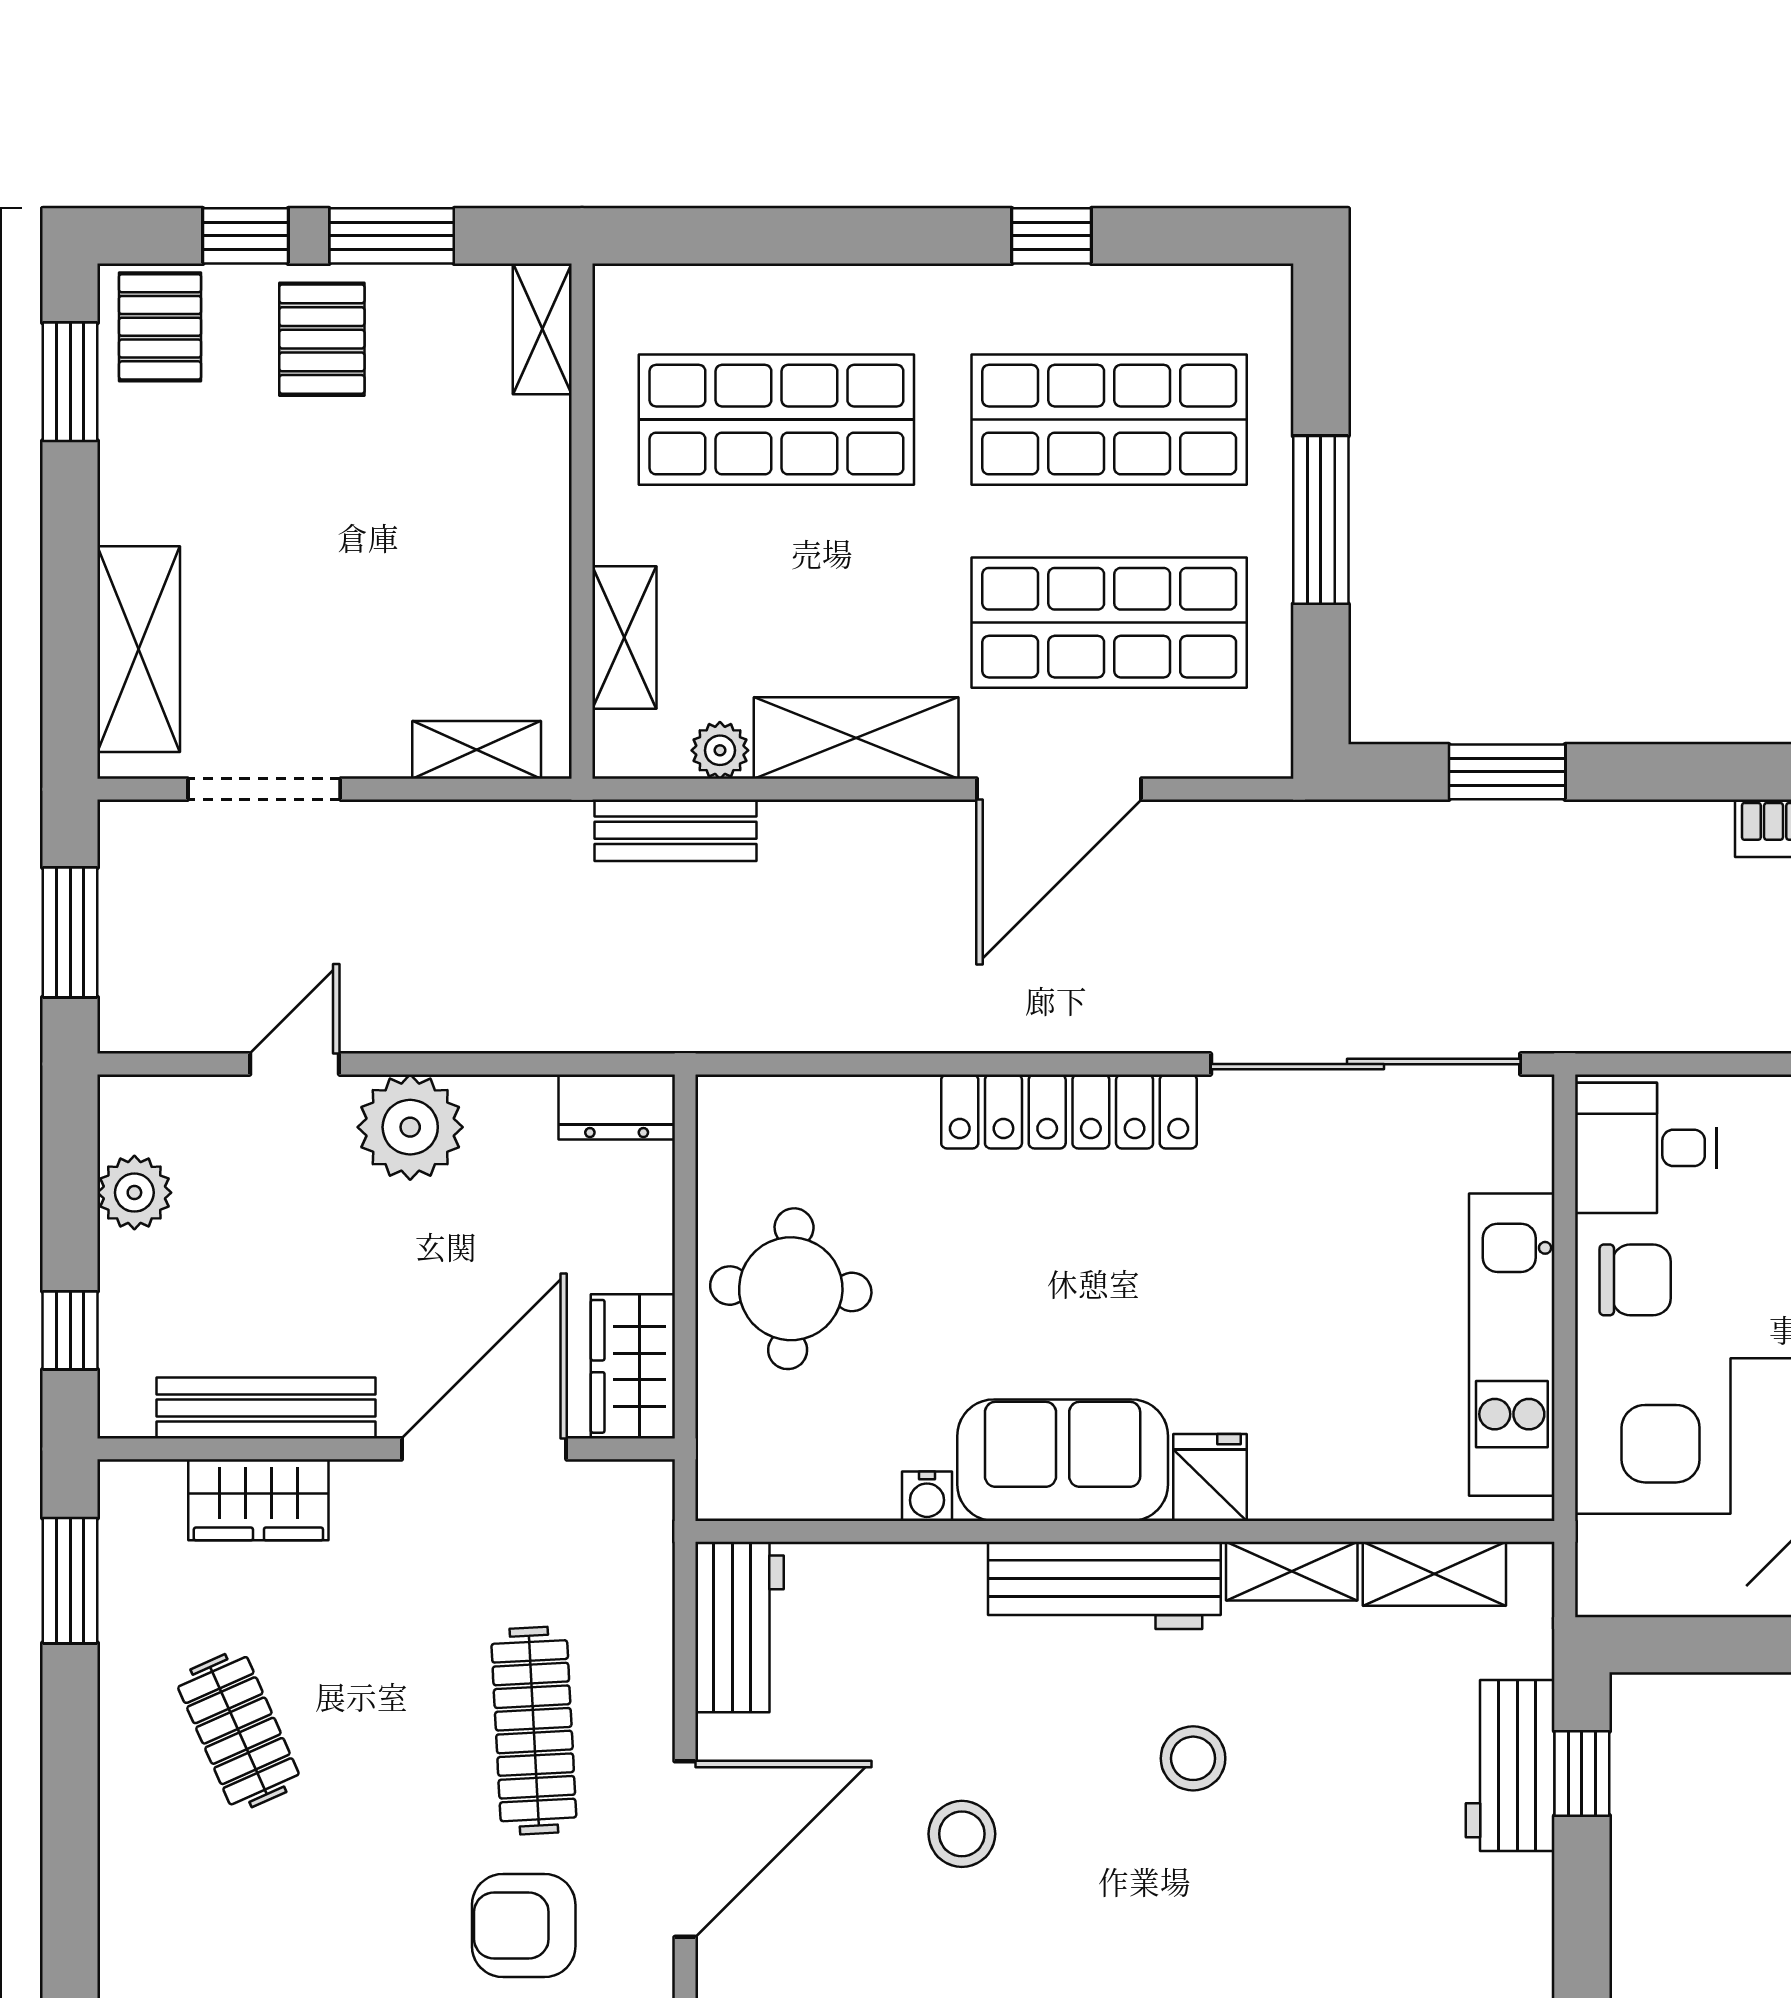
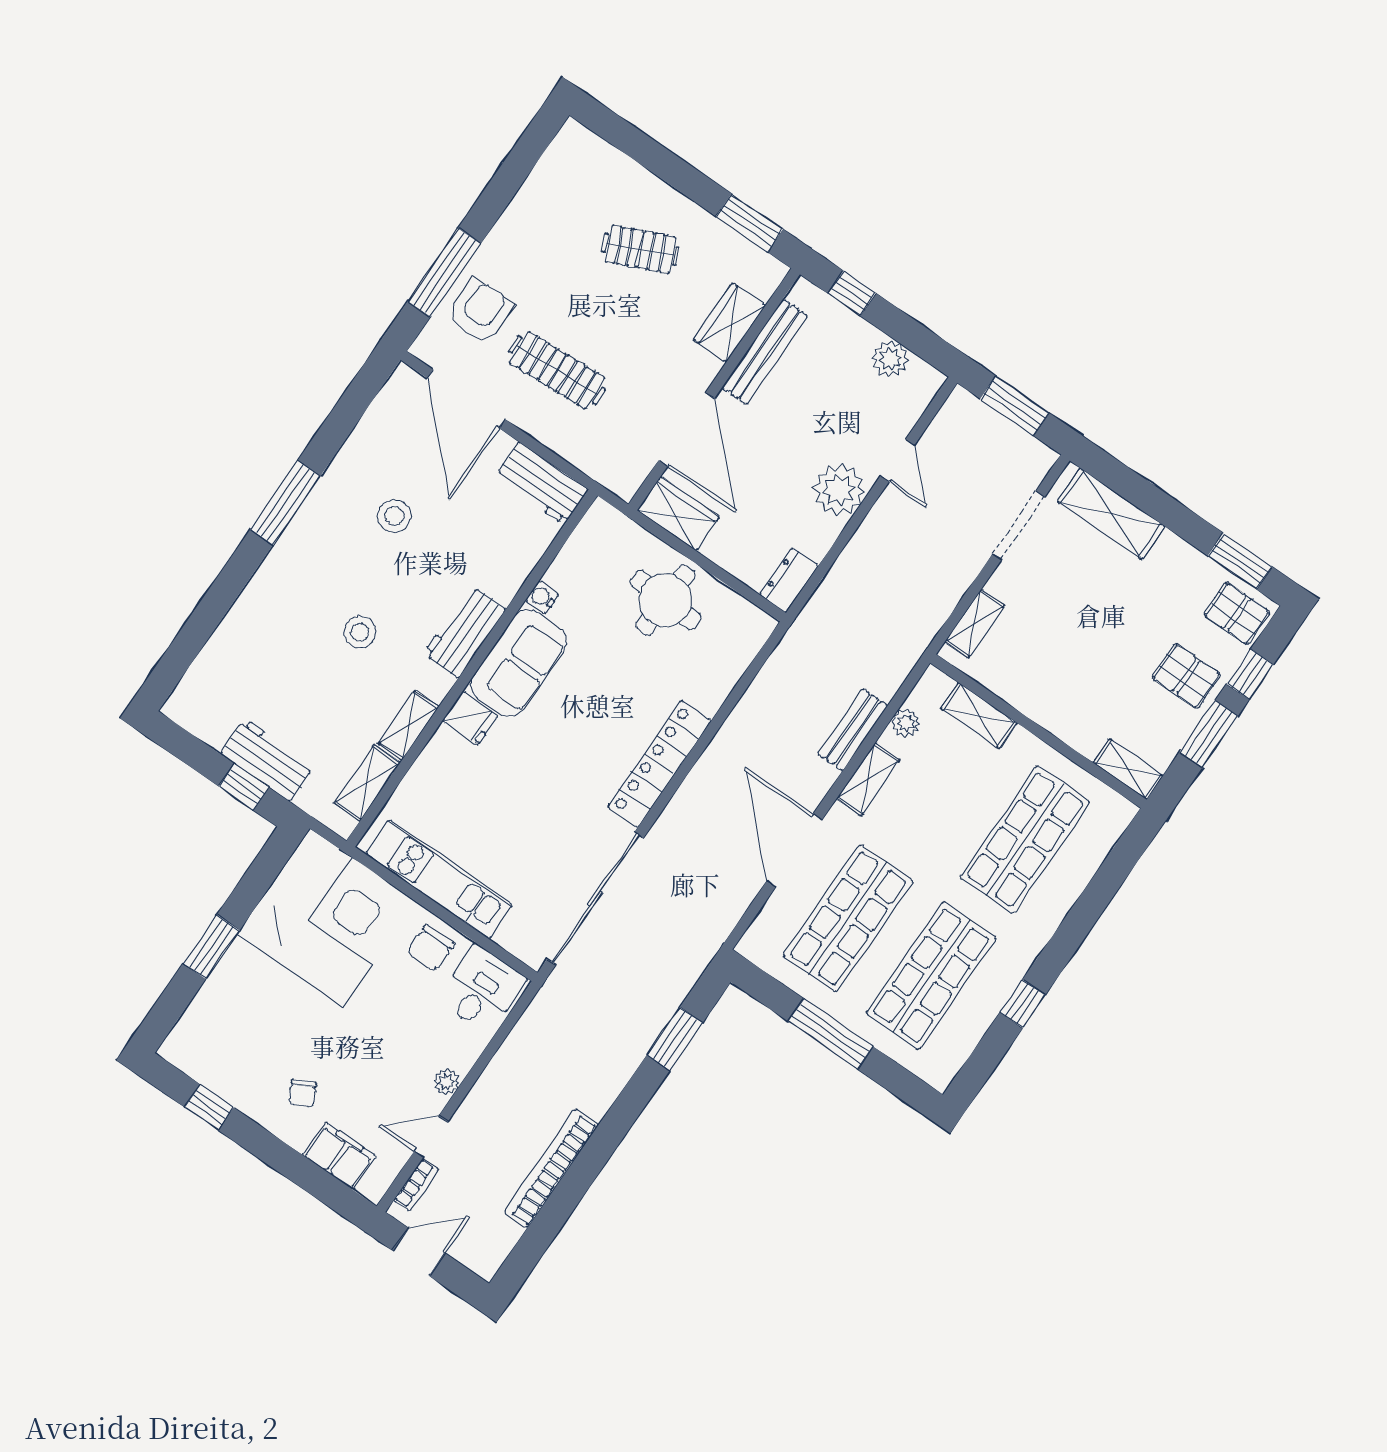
shelving: (856, 738) -> (868, 779), width x0.67, depth x0.75
bench: (676, 830) -> (853, 730), moved
workbench: (1104, 1585) -> (465, 632), width x0.73

